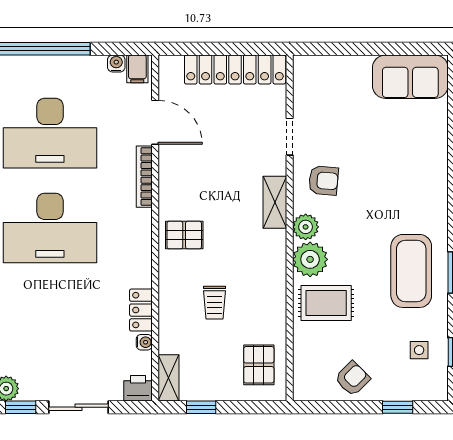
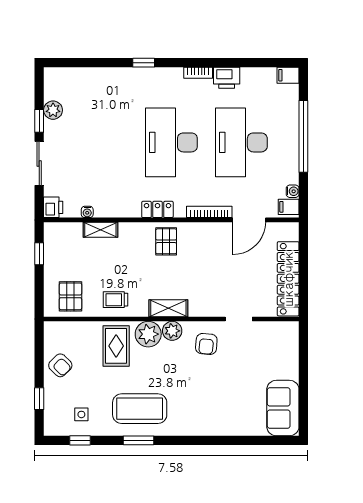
shelving: (275, 202) -> (168, 308), moved
trolley: (215, 303) -> (115, 300), moved
locker: (141, 310) -> (157, 209), moved
pallet: (259, 365) -> (71, 296), turned 90
shelving: (169, 378) -> (100, 230), moved

